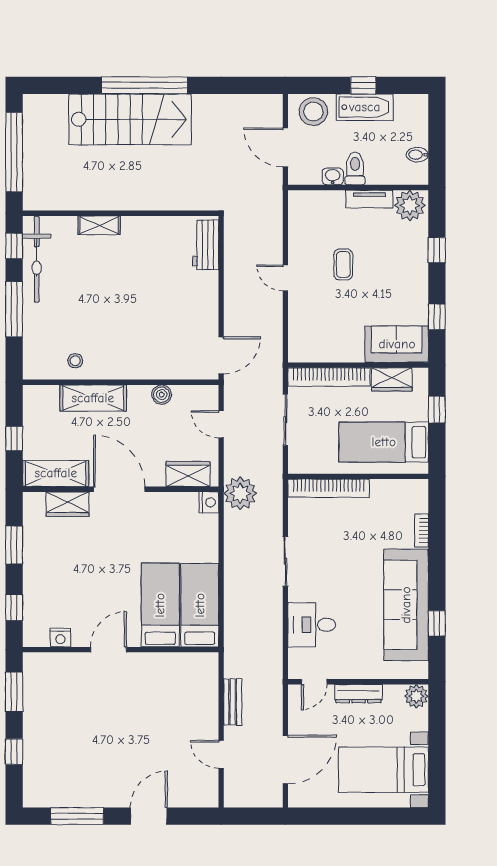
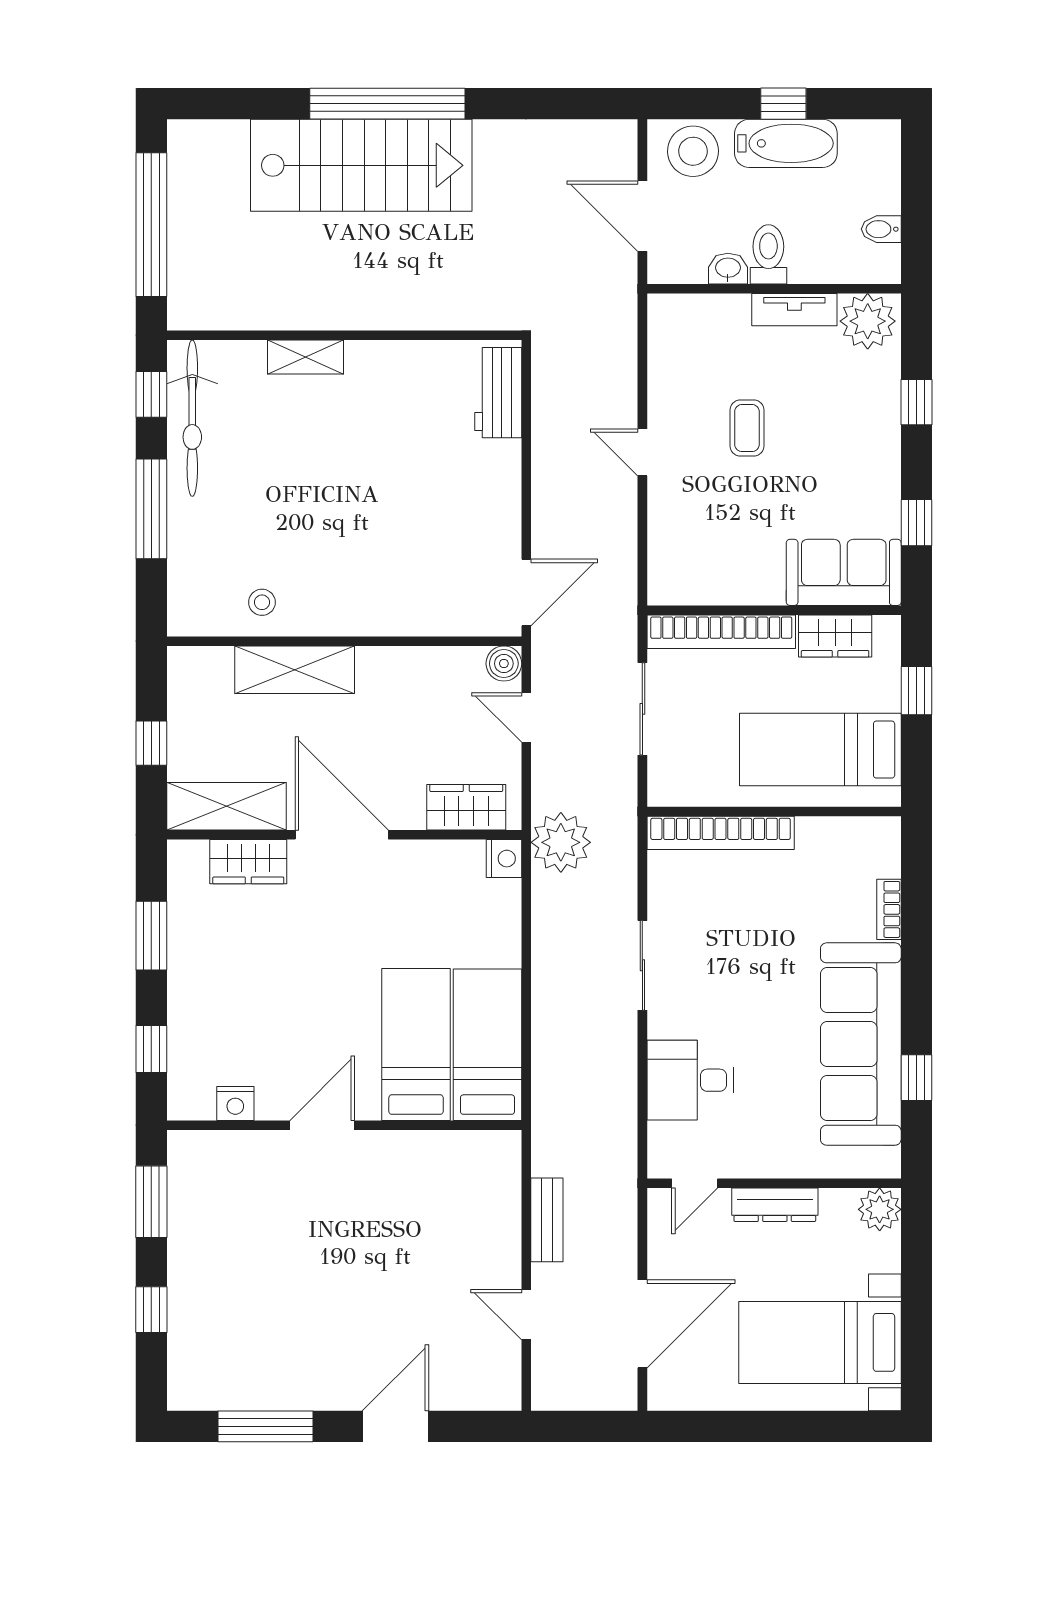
boiler: (162, 395) -> (504, 664), moved

